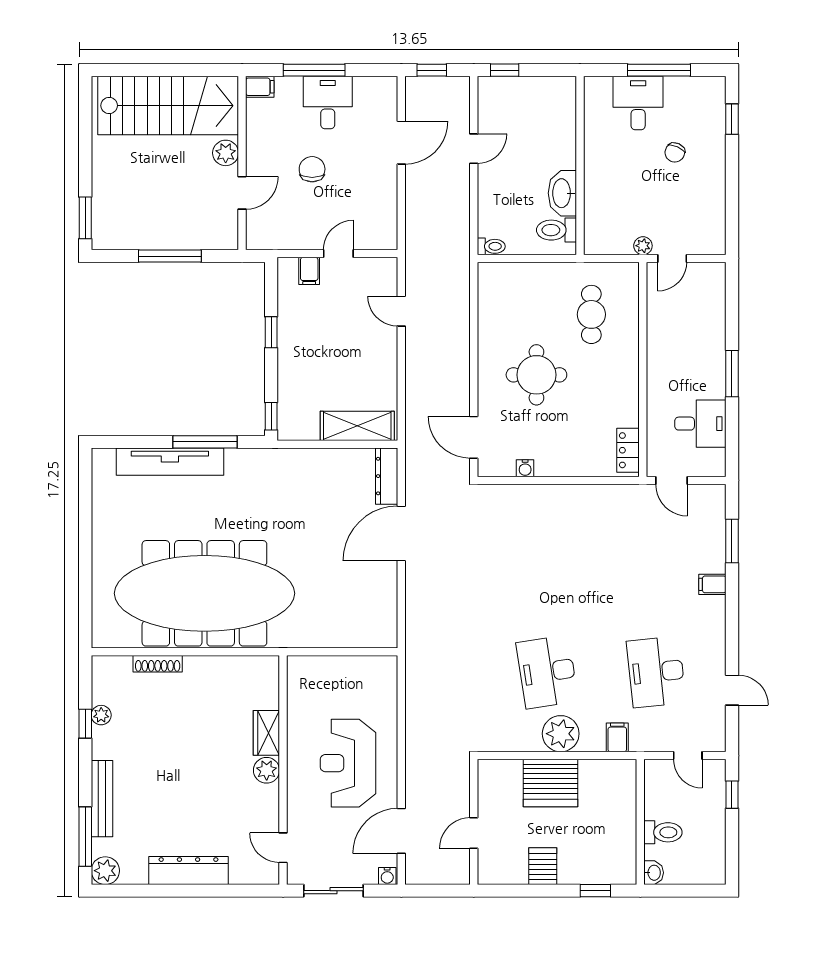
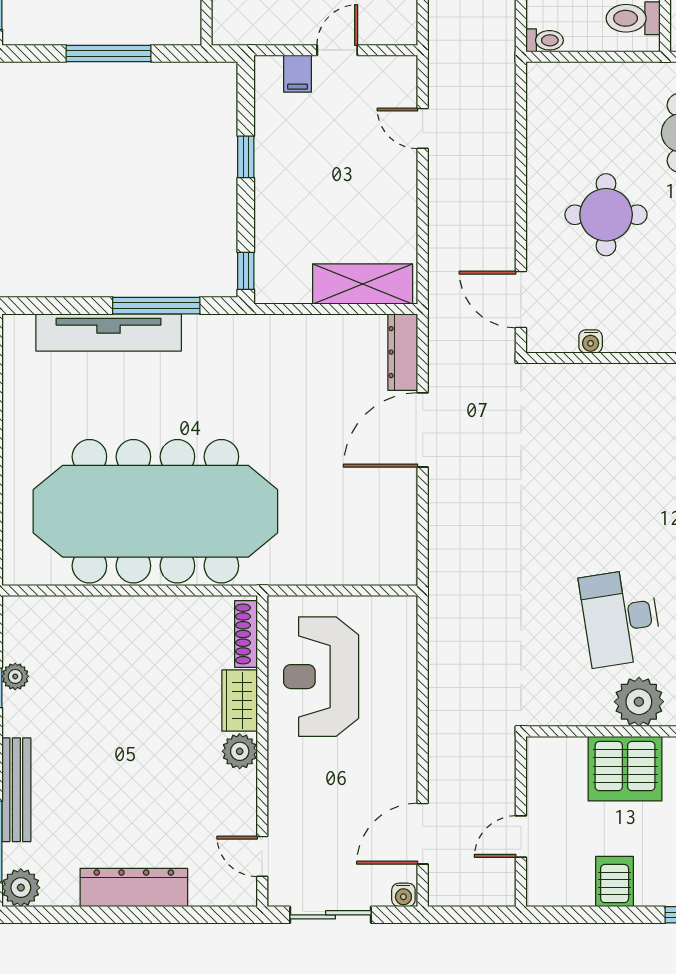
shoe rack: (158, 664) -> (246, 634), moved, turned 90
reception desk: (348, 763) -> (321, 677), moved

